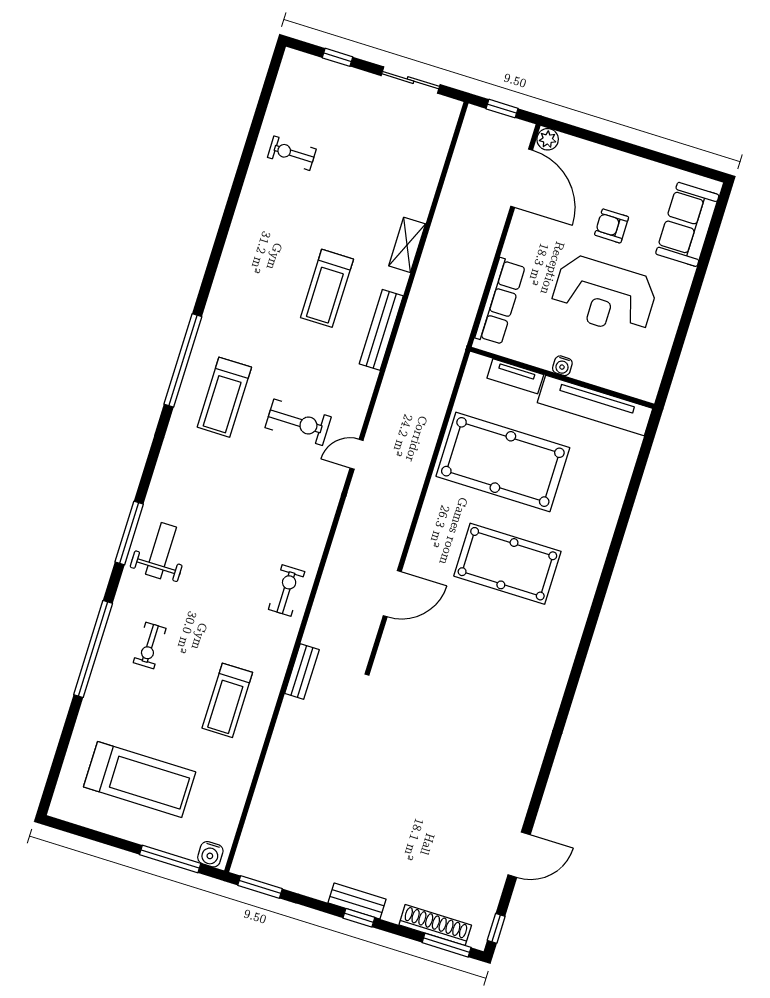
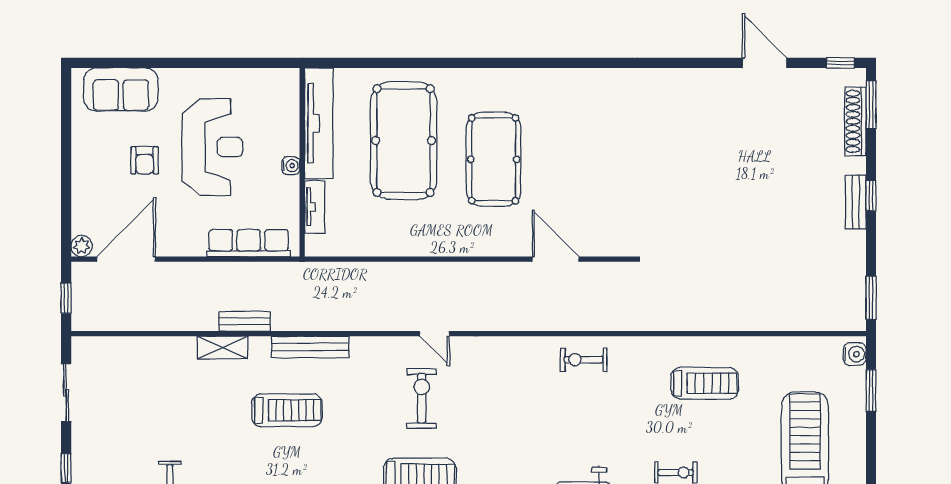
pool table: (503, 462) -> (404, 141), moved
bench: (302, 672) -> (245, 321), moved
window: (170, 859) -> (871, 391), width x0.69

